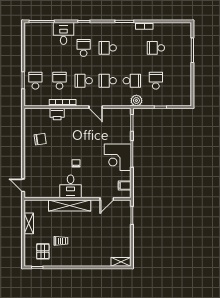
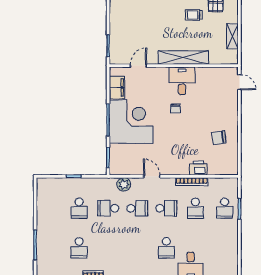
school desk: (108, 48) -> (137, 248), removed
school desk: (156, 48) -> (79, 248), turned 90
plant: (136, 101) -> (124, 184), moved
corner desk: (118, 157) -> (131, 122), width x1.36, depth x1.36
filing cabinet: (125, 185) -> (117, 87), width x2.00

